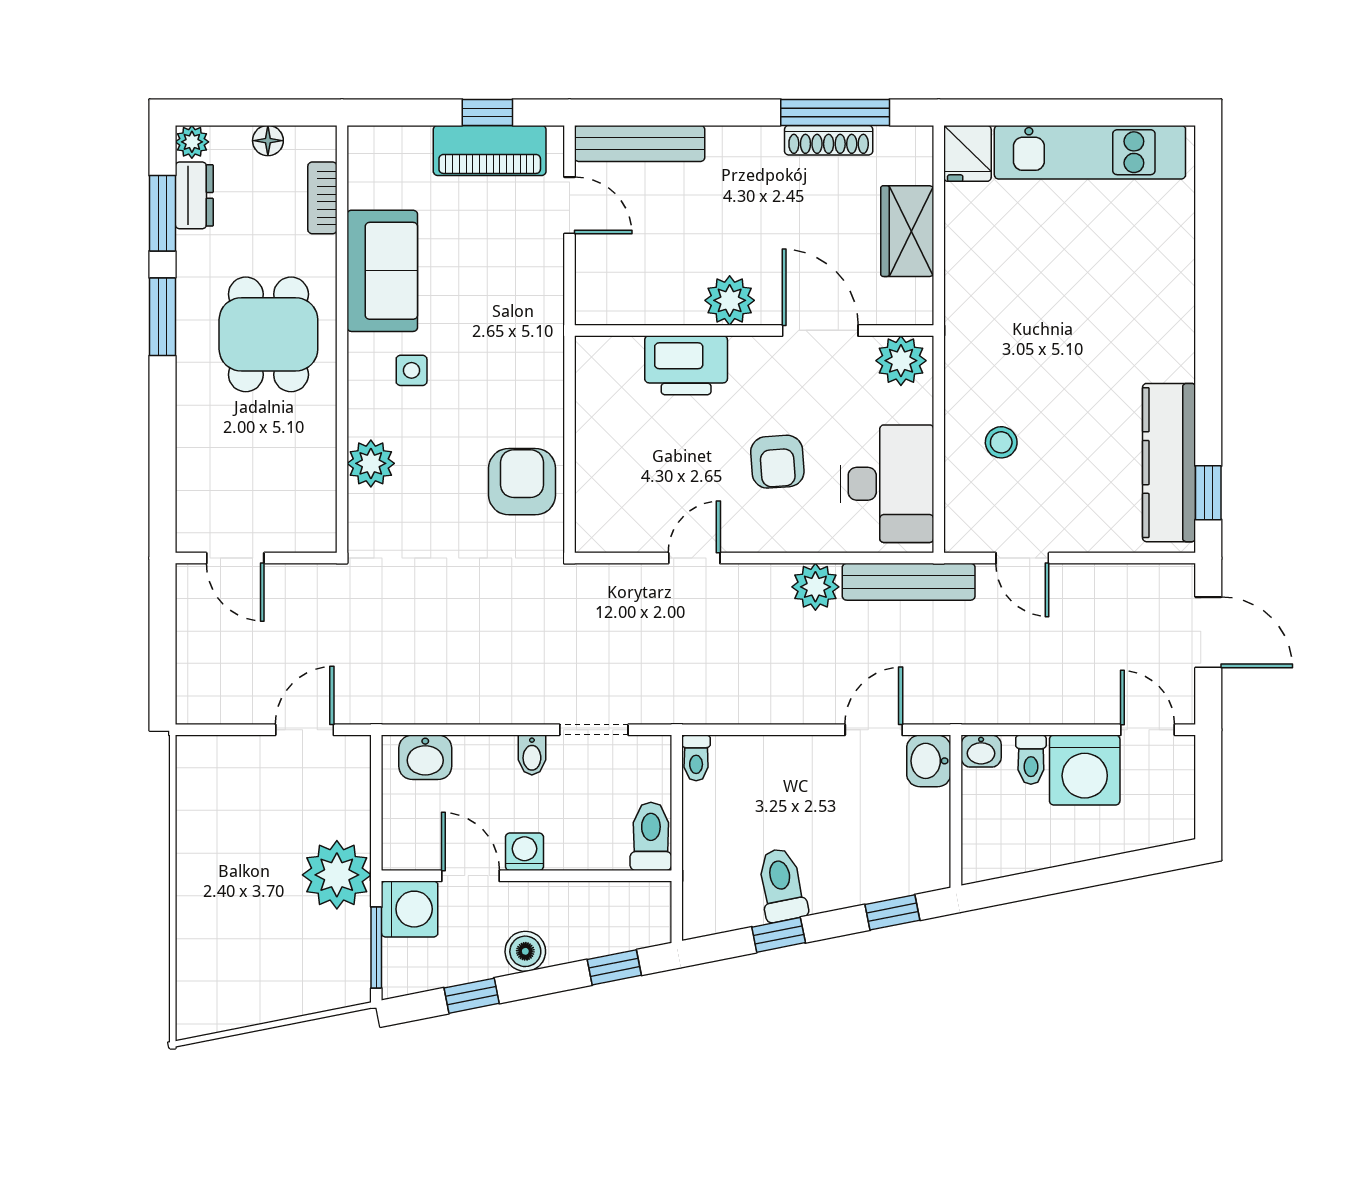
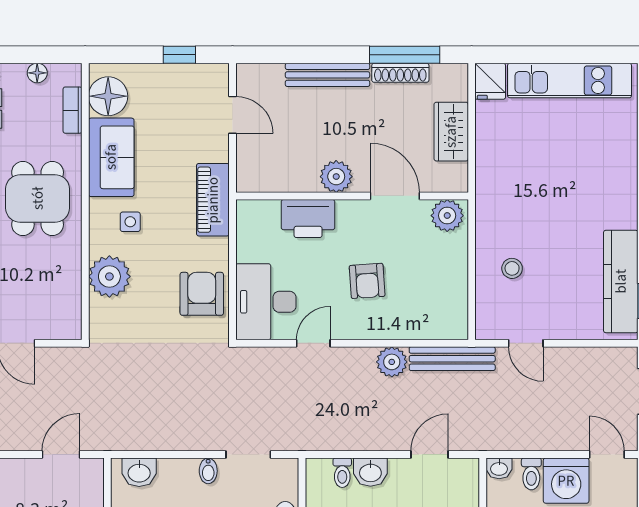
bench: (640, 143) -> (327, 75), moved
piano: (490, 150) -> (213, 200), moved, turned 90
floor lamp: (377, 176) -> (108, 96), added
plant: (371, 463) -> (109, 276), width x1.36, depth x1.36
desk: (887, 484) -> (266, 302), moved, turned 180
toilet: (696, 758) -> (342, 473), moved
washbasin: (929, 761) -> (370, 472), moved, turned -90

